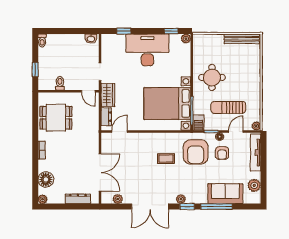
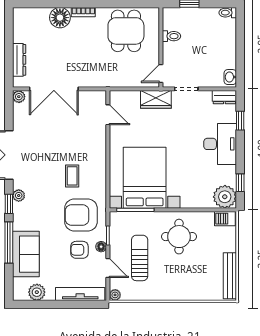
plant: (186, 39) -> (225, 197), width x1.88, depth x1.88
desk: (147, 50) -> (220, 144), width x0.73, depth x0.77
dresser: (106, 117) -> (224, 97), moved
barbecue: (198, 123) -> (225, 219), moved
floor lamp: (46, 179) -> (60, 18), moved
plant: (43, 199) -> (19, 13), removed
plant: (118, 199) -> (19, 97), moved

